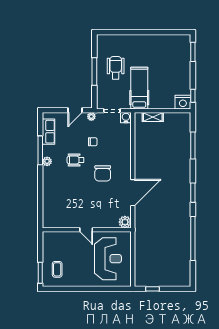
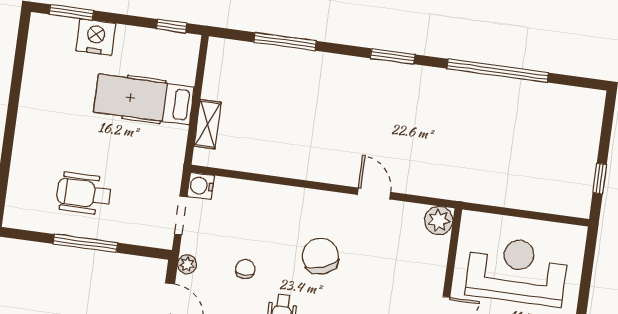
hospital bed: (139, 88) -> (144, 99), moved
nightstand: (183, 102) -> (96, 37), moved, turned -90
chair: (103, 173) -> (320, 256), turned -111
door: (133, 193) -> (374, 193), width x0.53

